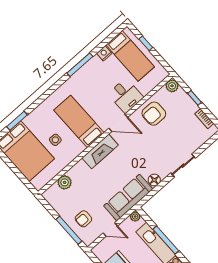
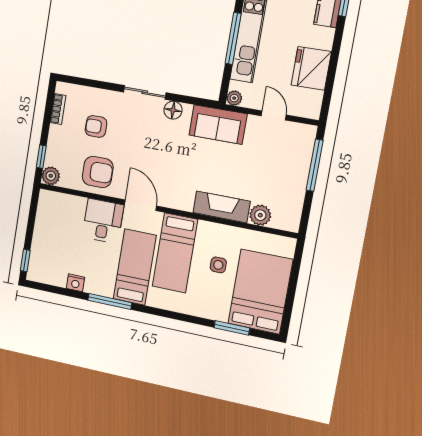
window: (146, 43) -> (25, 260), moved
bed: (130, 56) -> (135, 267), moved
window: (194, 98) -> (41, 157), moved
fireplace: (100, 151) -> (222, 207), moved
sliding door: (183, 166) -> (145, 92), moved
sofa: (128, 198) -> (218, 125), width x0.73
armchair: (83, 219) -> (96, 126), moved, turned 180

